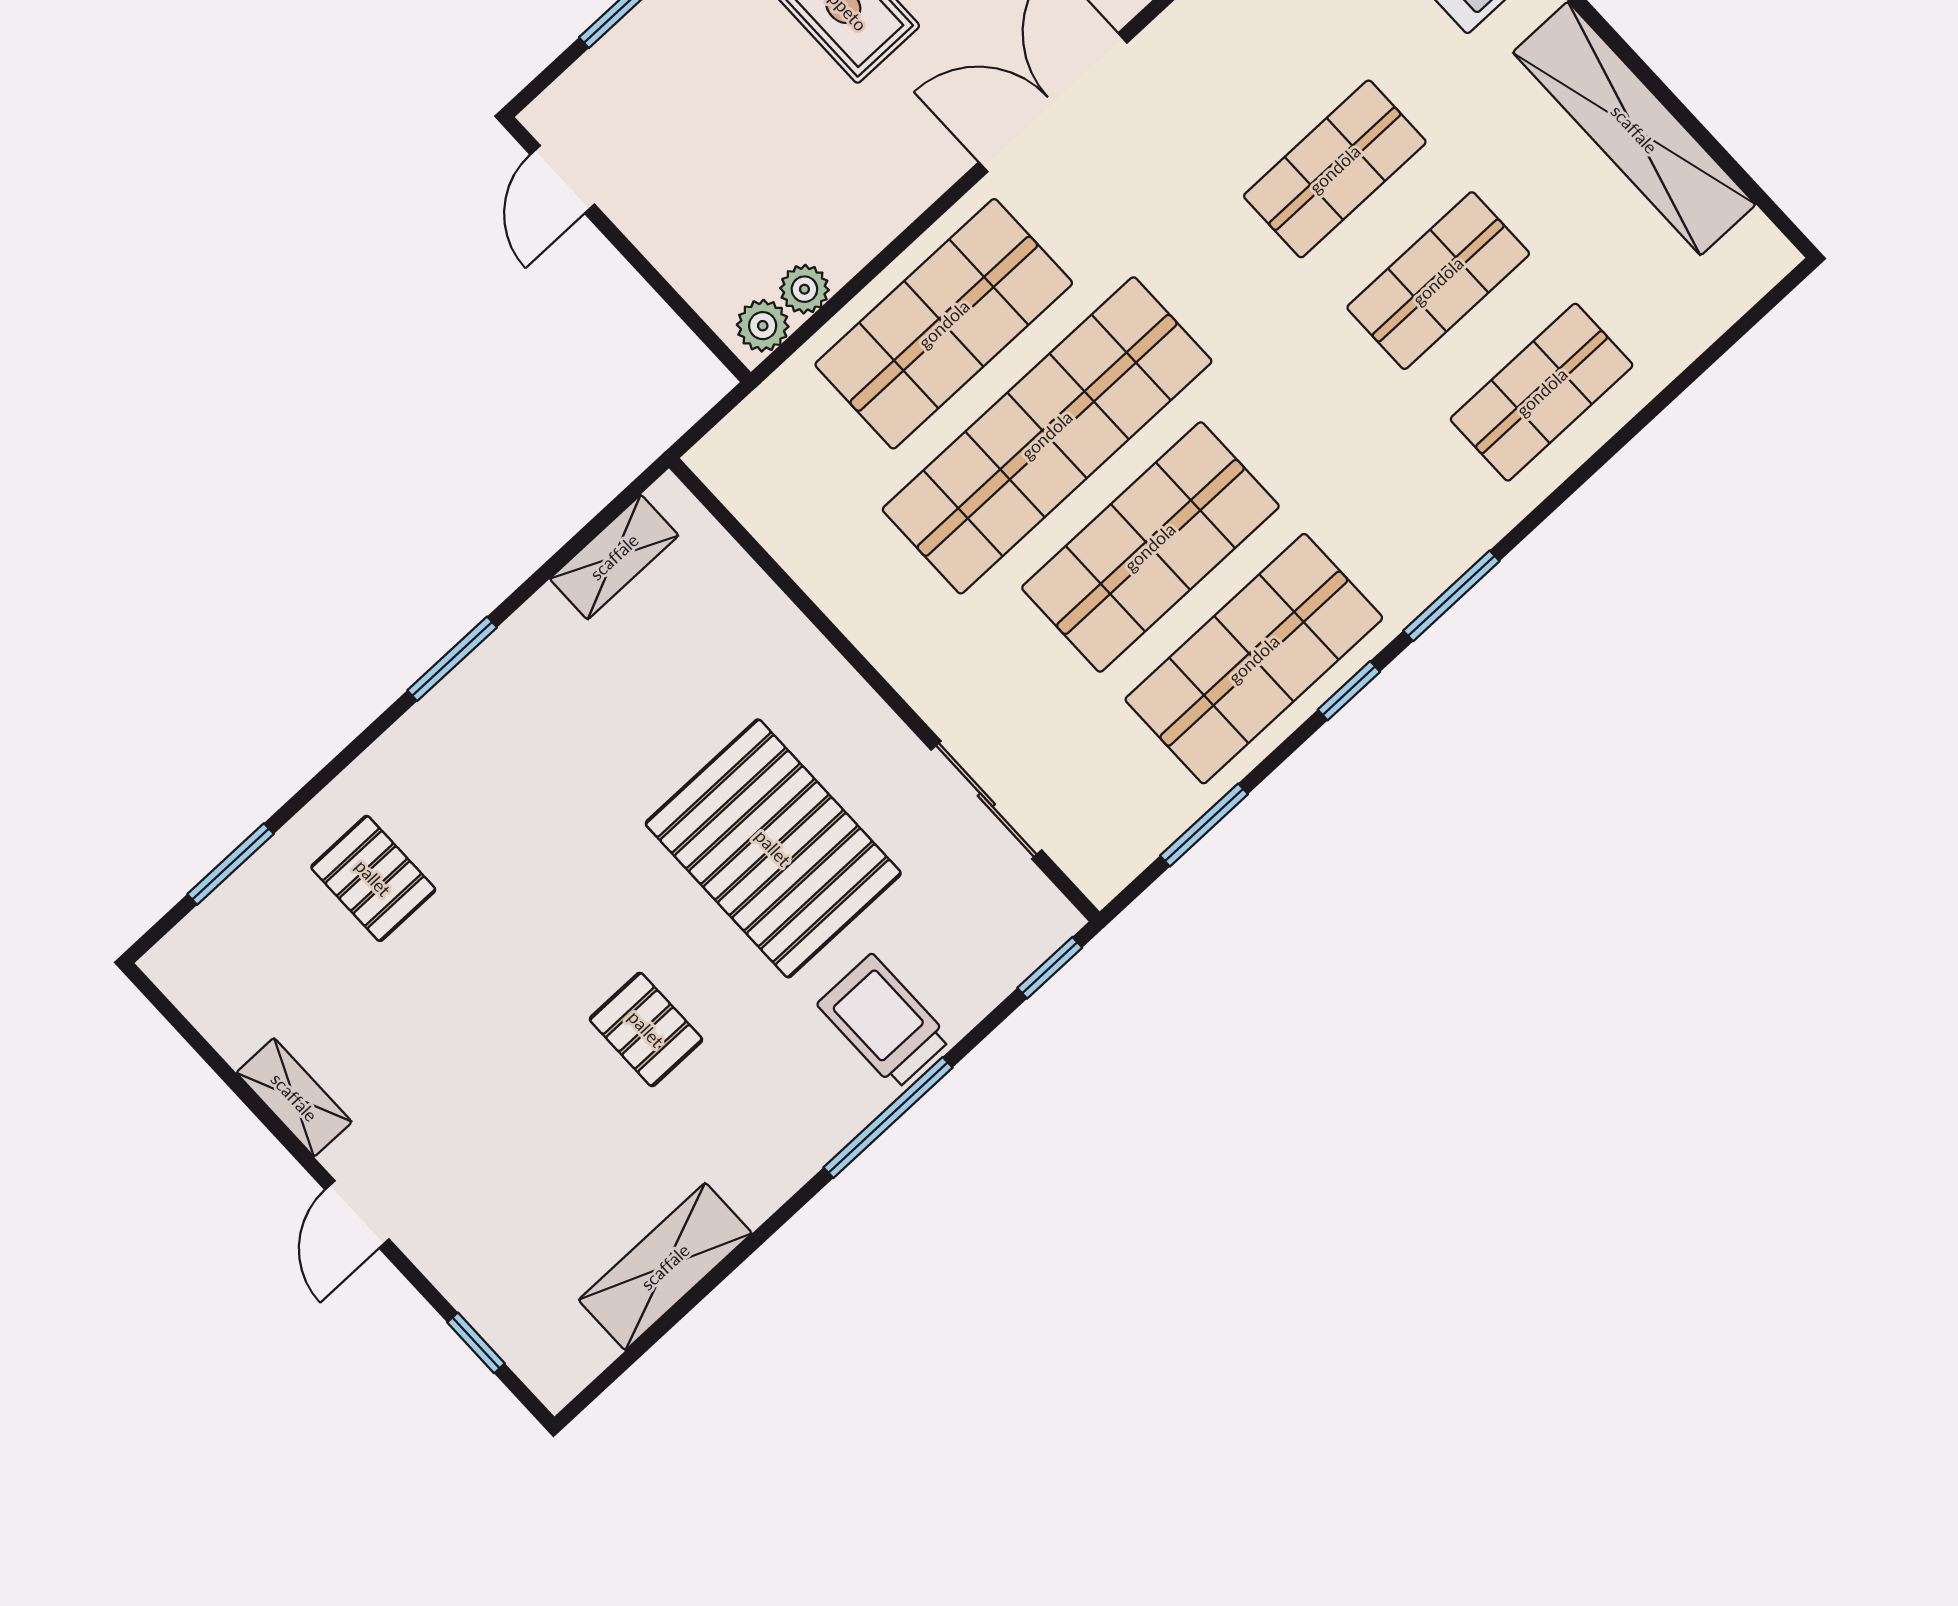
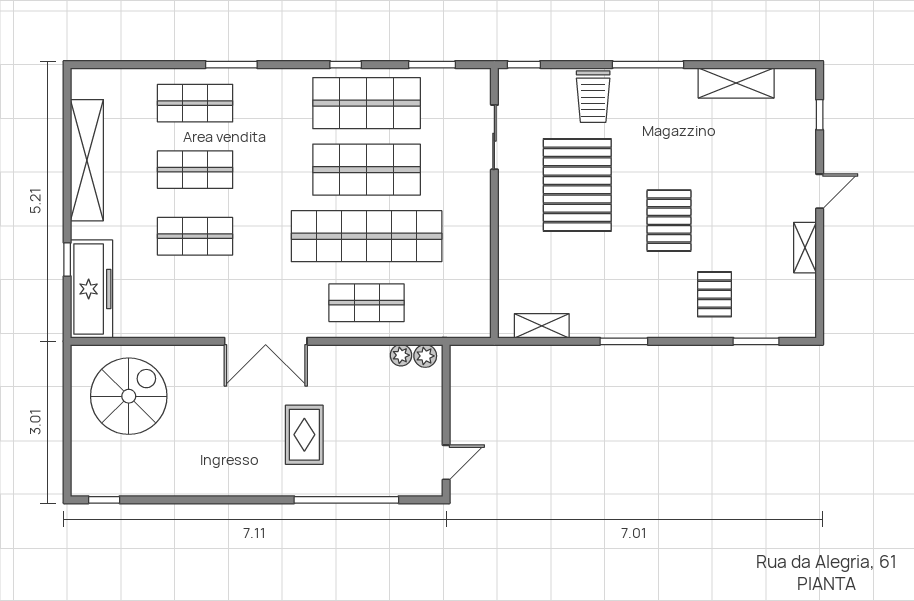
shop shelf: (944, 324) -> (367, 303), width x0.70, depth x0.74
window: (1451, 596) -> (231, 65), moved
pallet: (646, 1029) -> (669, 221), moved, width x1.50, depth x1.42
window: (888, 1118) -> (648, 65), moved

